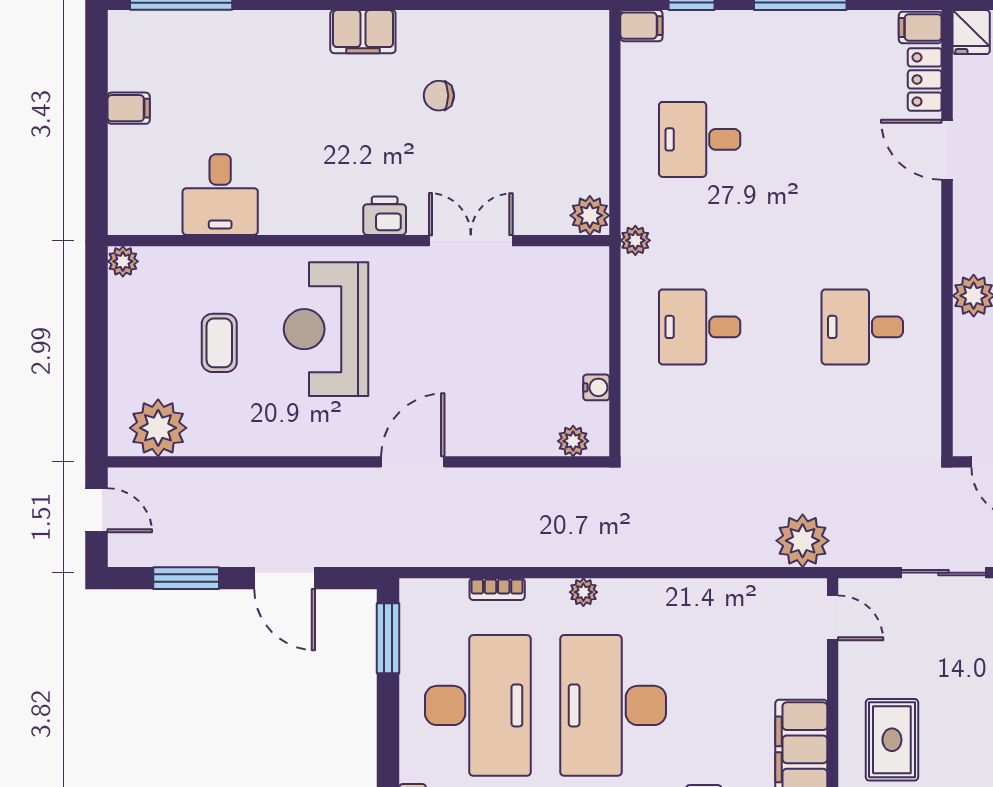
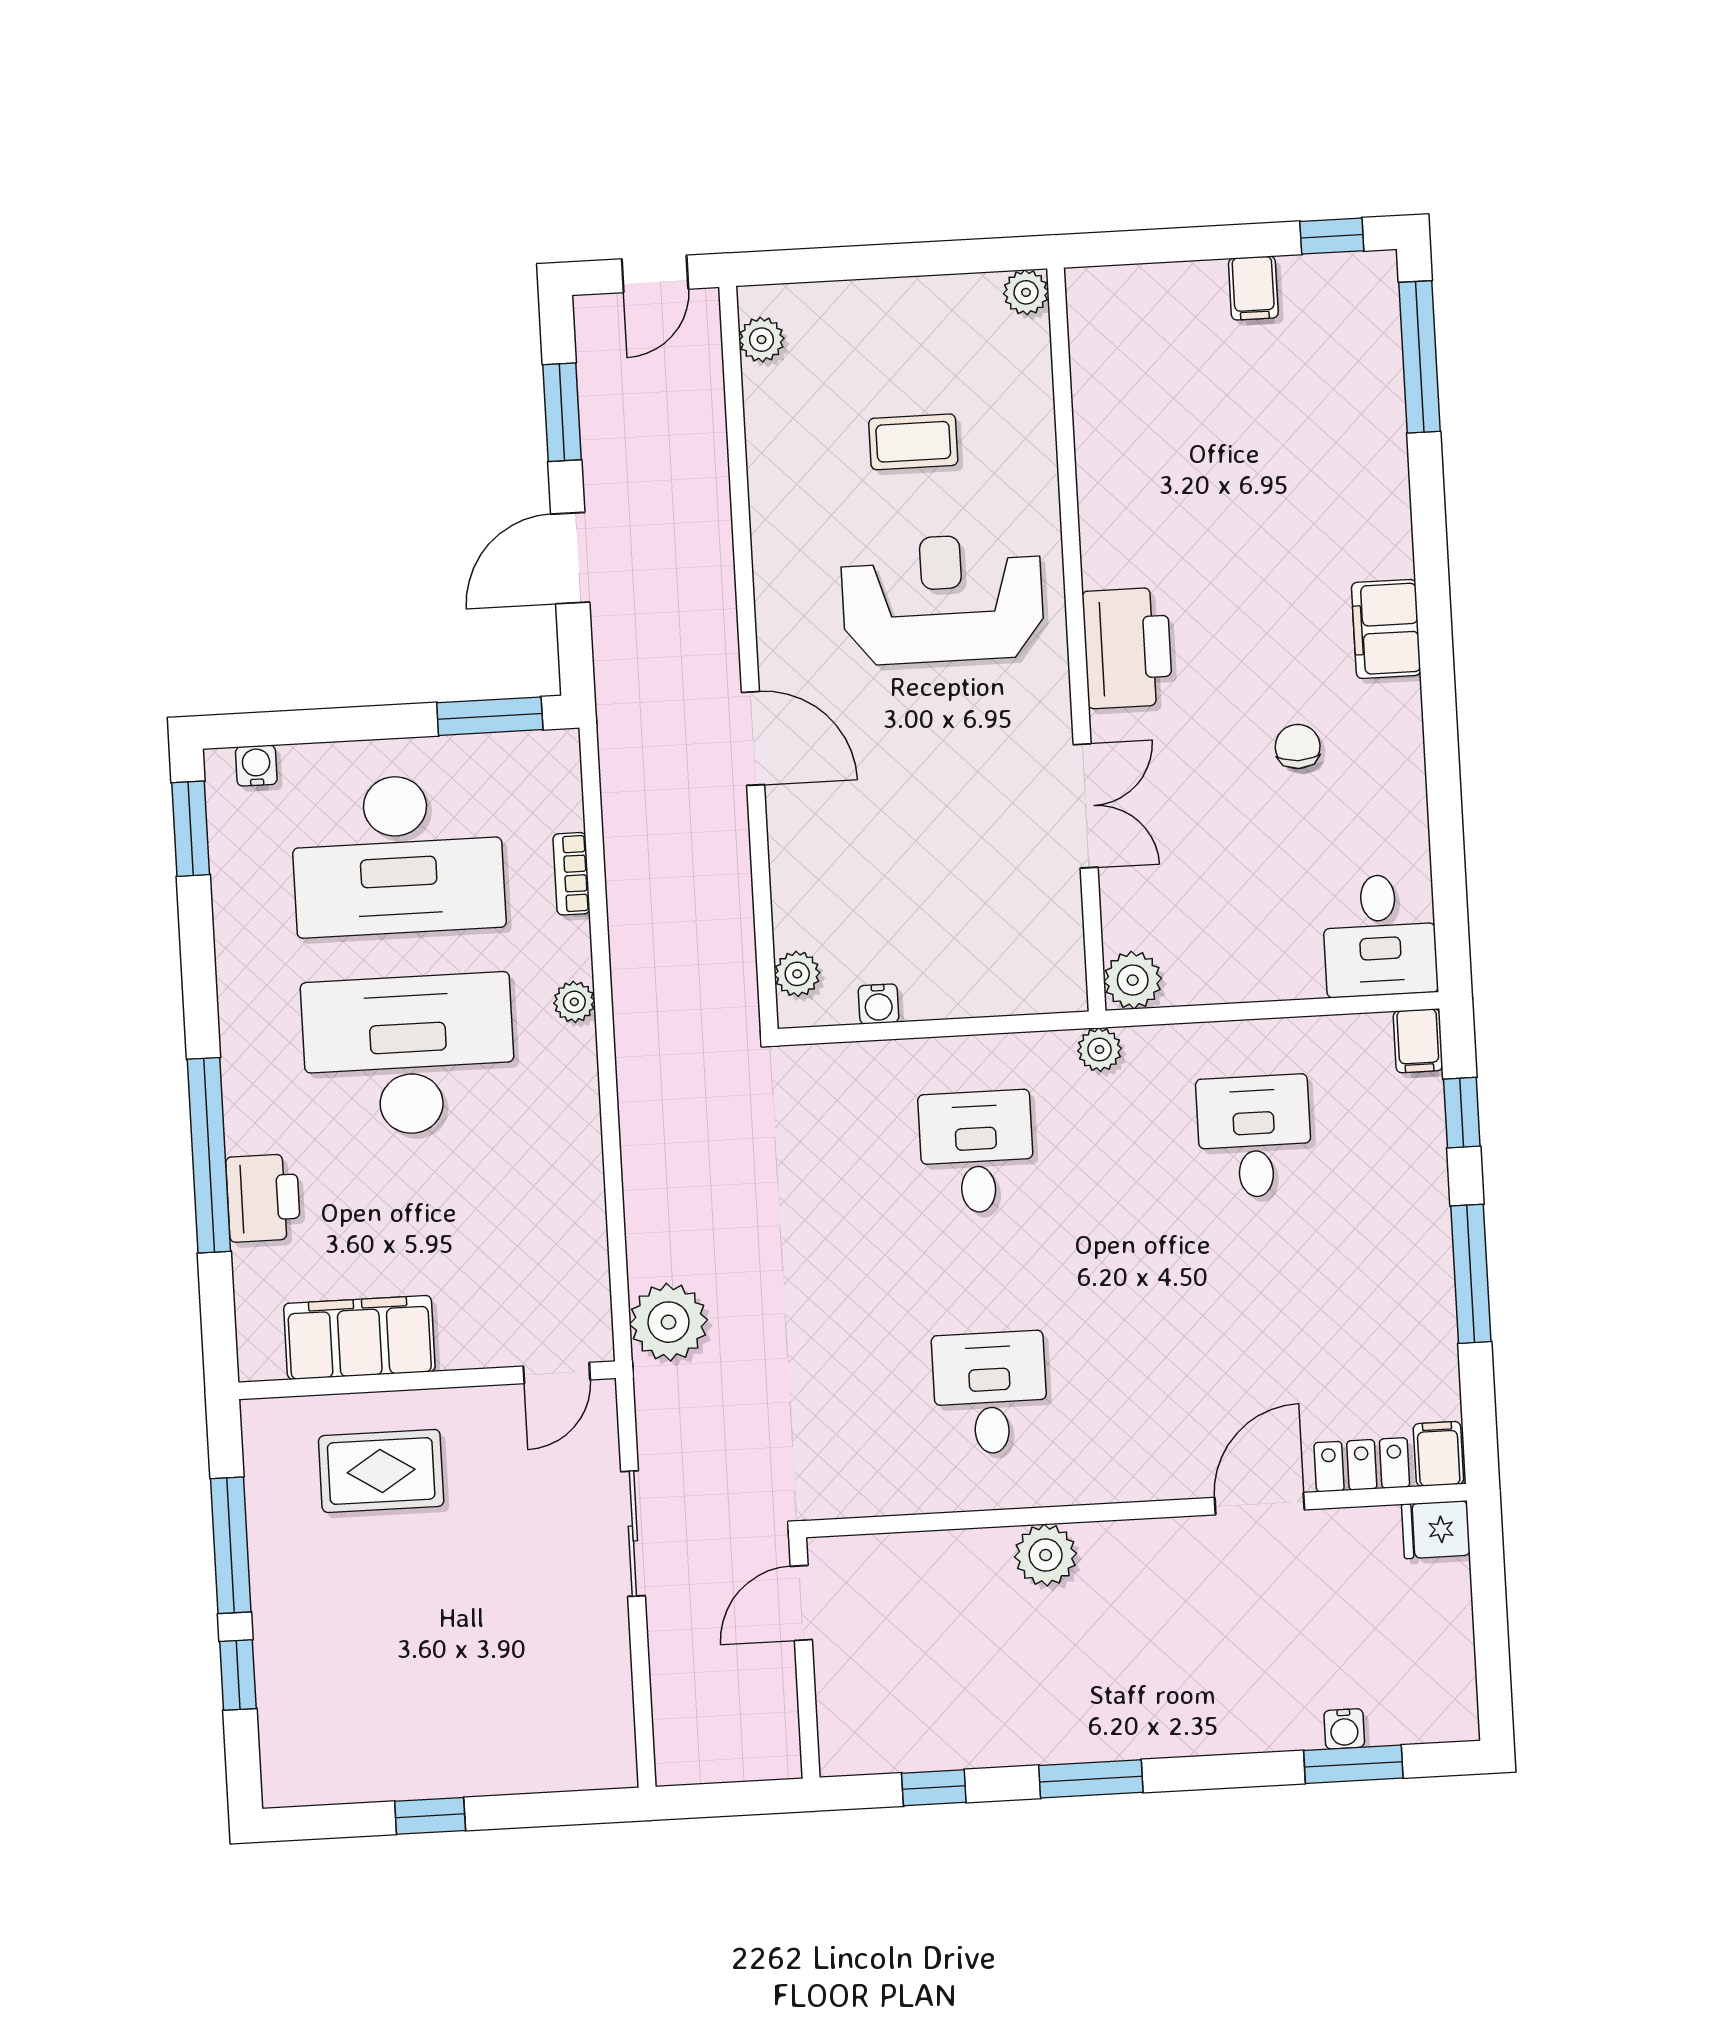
window: (97, 53) -> (1332, 236), added
desk: (220, 195) -> (1380, 935), moved, turned -90
printer: (385, 216) -> (1127, 648), width x1.87, depth x1.48
plant: (158, 428) -> (762, 340), width x0.53, depth x0.53

